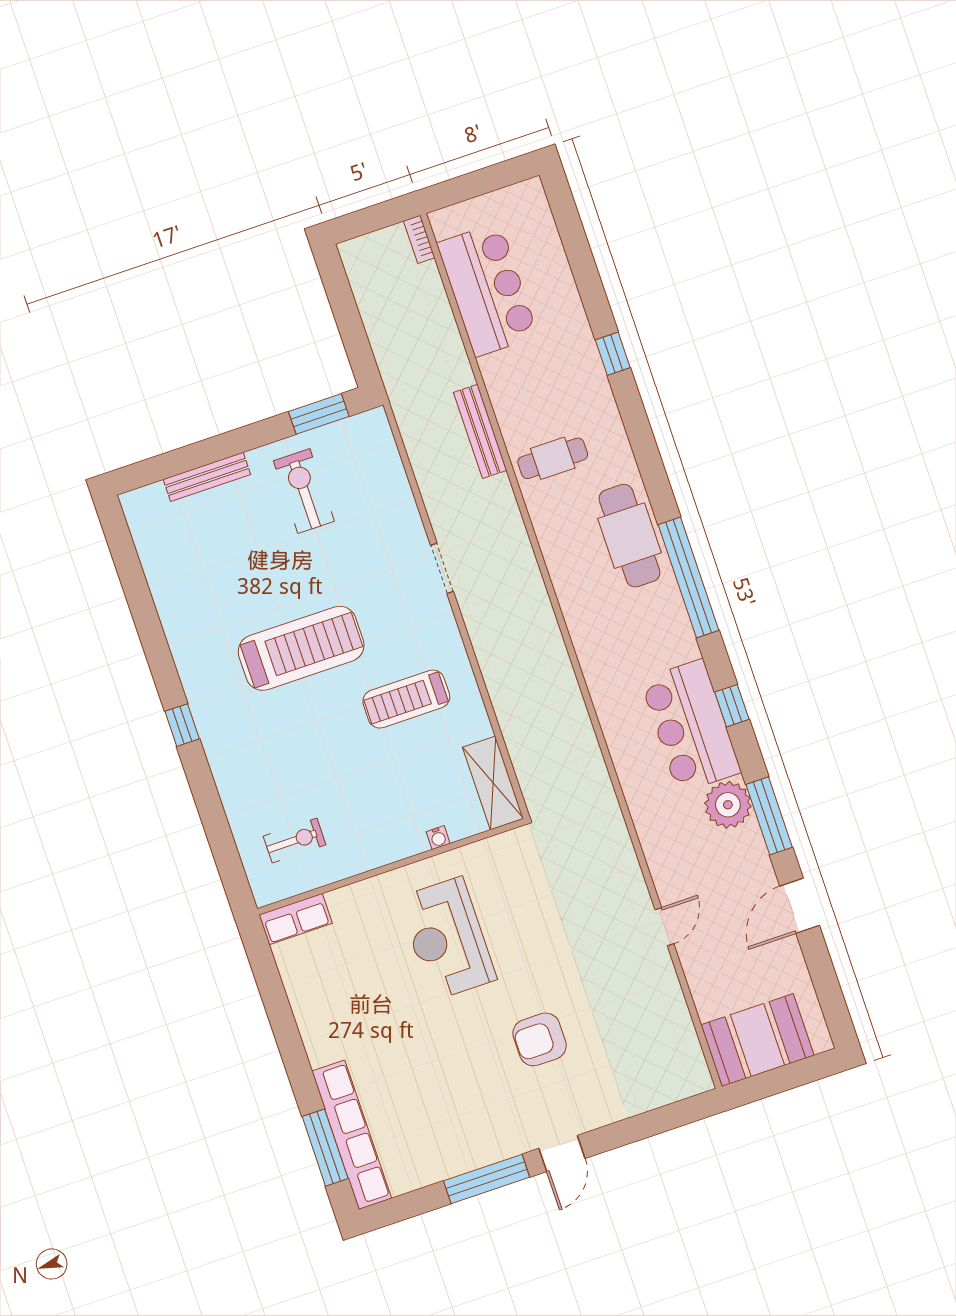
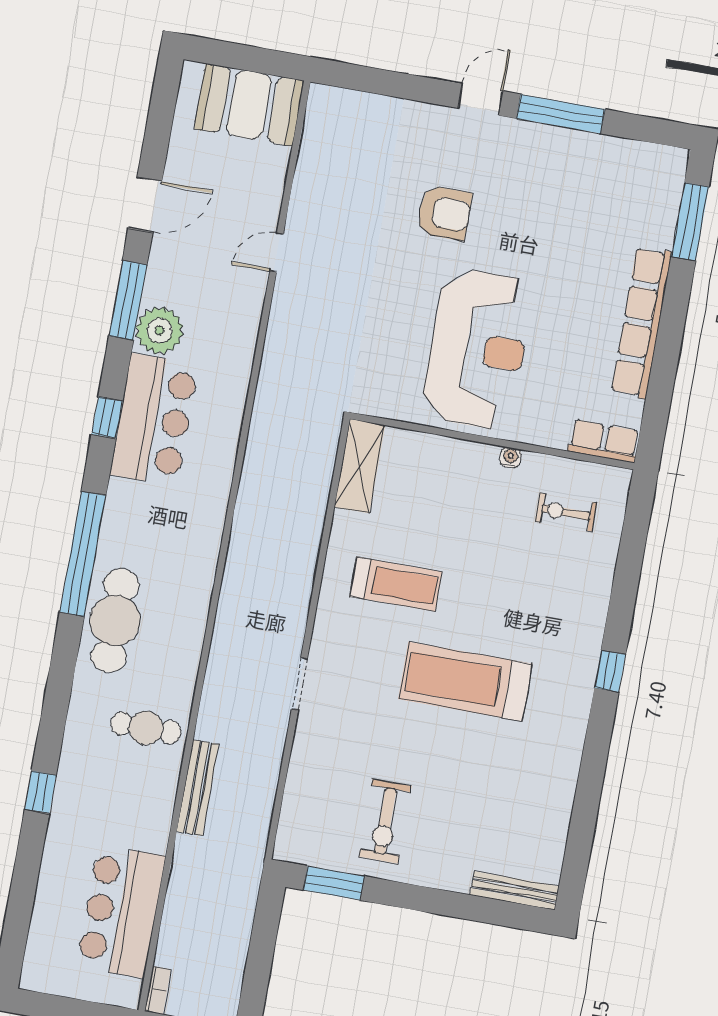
bench: (207, 477) -> (515, 891), moved
water cooler: (438, 838) -> (510, 457), moved
reception desk: (447, 939) -> (477, 349), width x1.36, depth x1.30
row of seats: (352, 1135) -> (642, 322), moved

